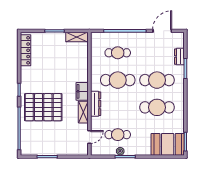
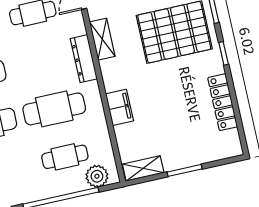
plant: (103, 38) -> (97, 176), added
locker: (26, 50) -> (223, 102), moved
filing cabinet: (82, 91) -> (119, 107), moved

